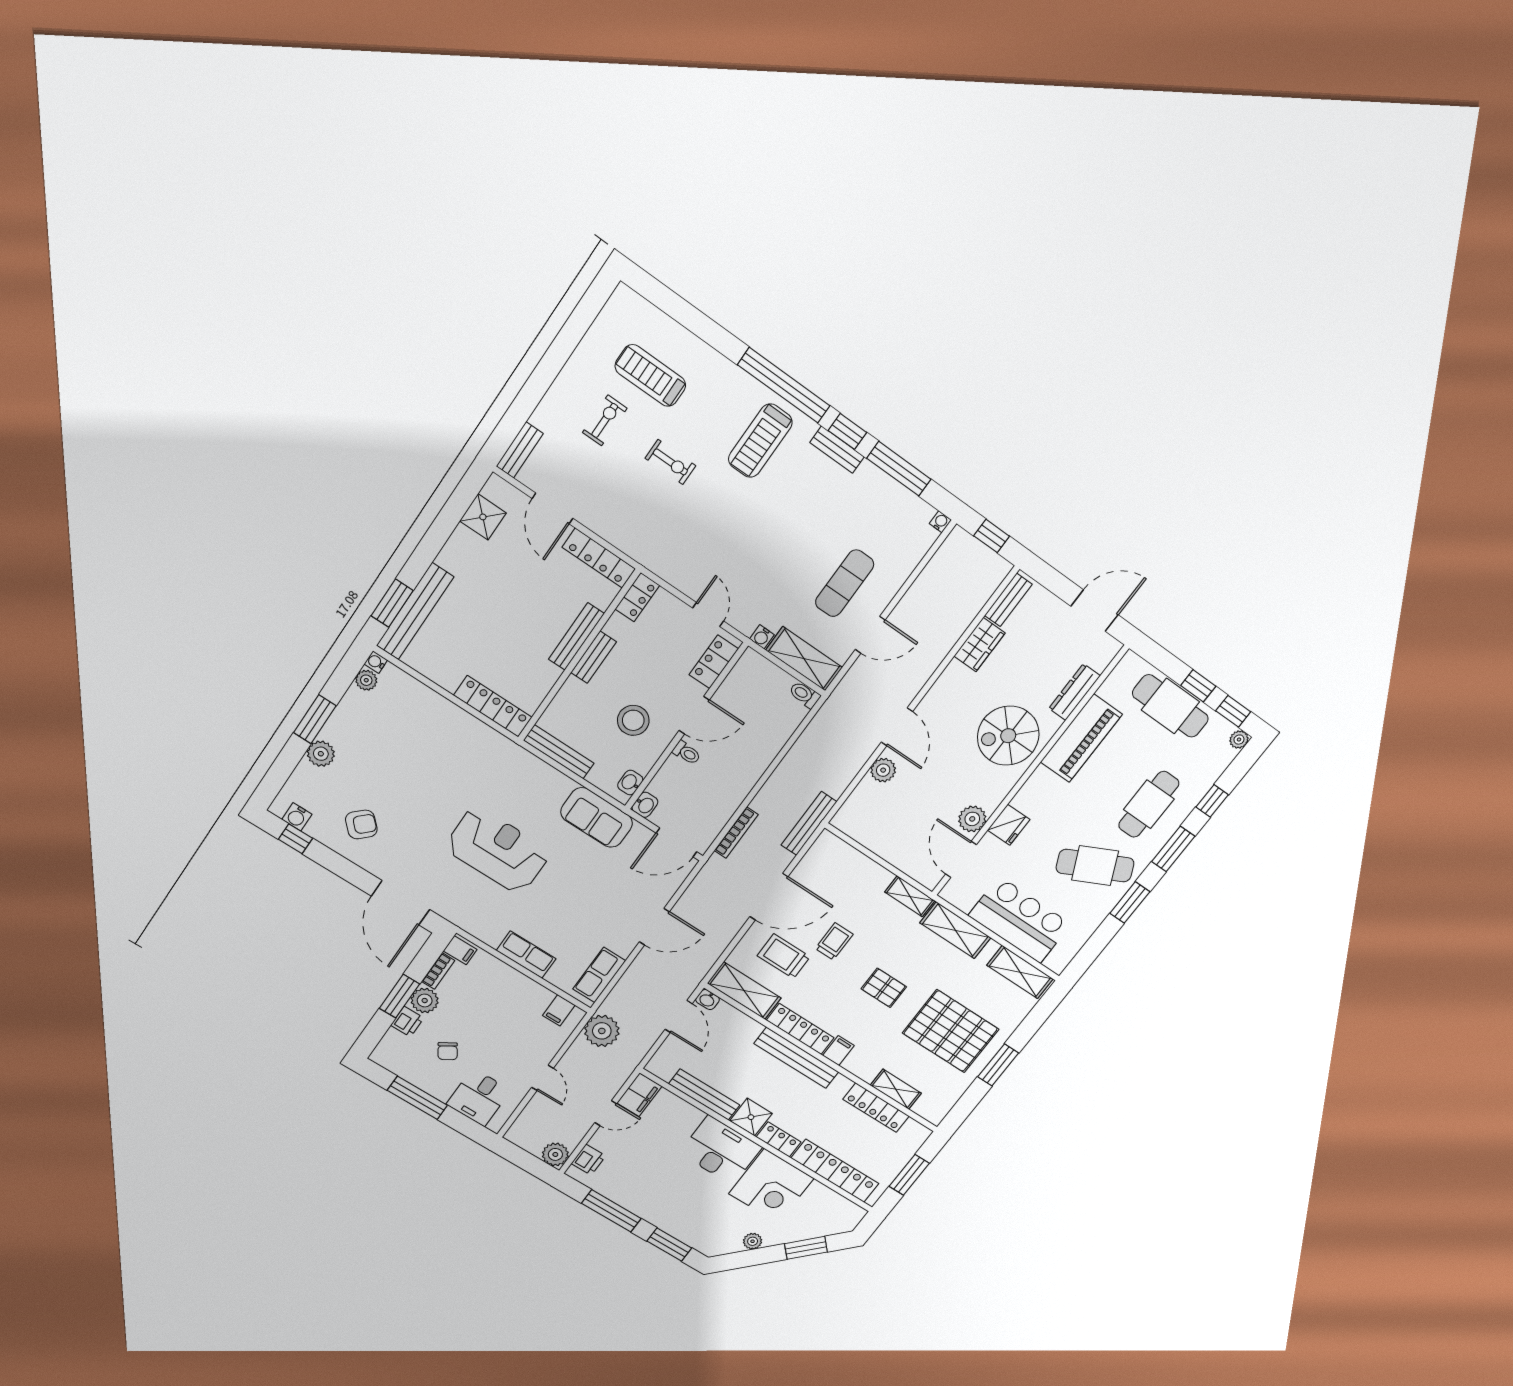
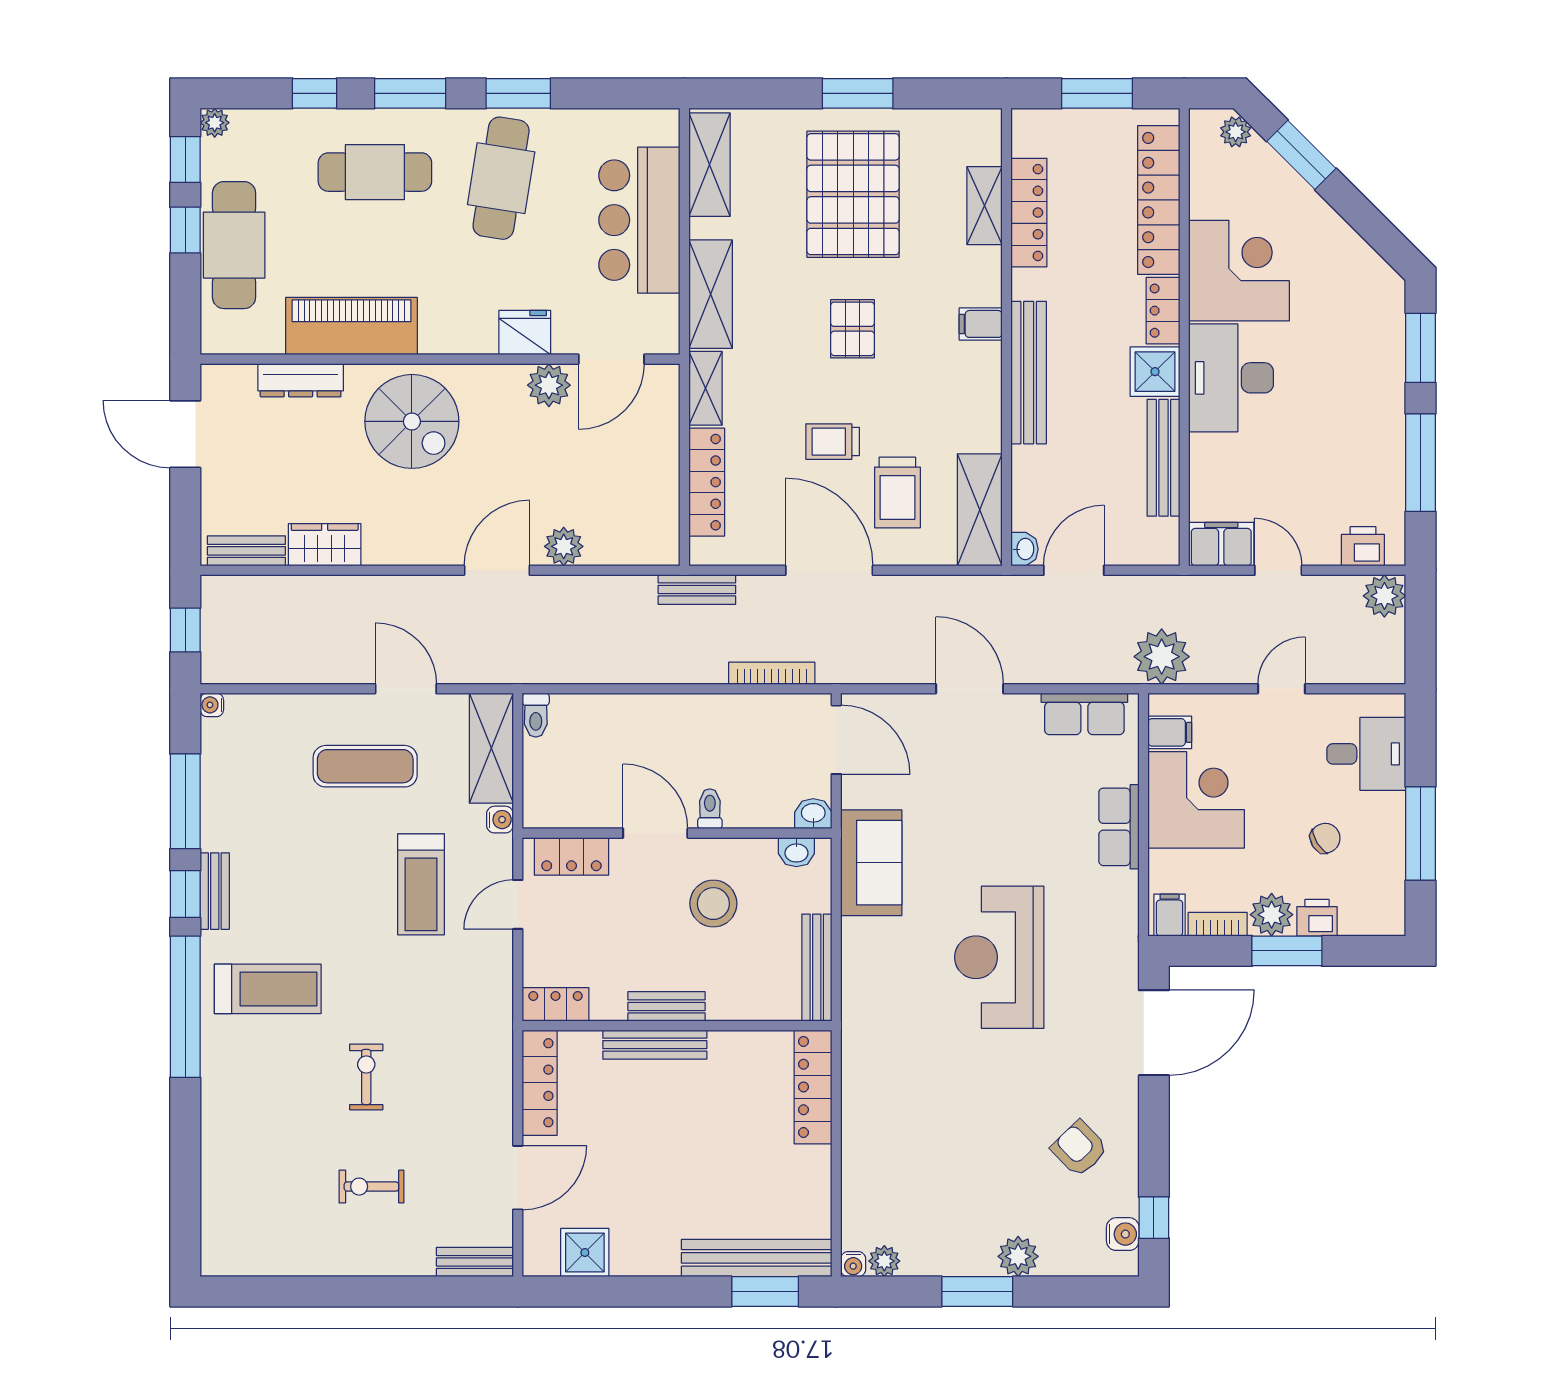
treadmill: (650, 376) -> (421, 884), moved
bench: (809, 823) -> (697, 589), width x0.73
cafe table: (1095, 866) -> (501, 178), turned 35
corner desk: (513, 1001) -> (1196, 800), added
locker: (800, 1029) -> (707, 482), moved, turned 180
plant: (753, 1241) -> (1236, 132), moved

